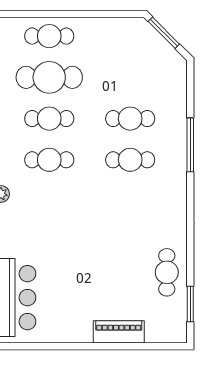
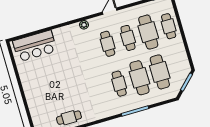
cafe table: (130, 77) -> (160, 72), added
cafe table: (130, 119) -> (139, 78), width x1.37, depth x1.35
piano: (119, 332) -> (33, 102), removed

